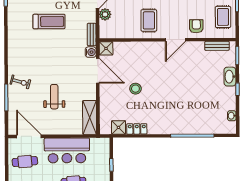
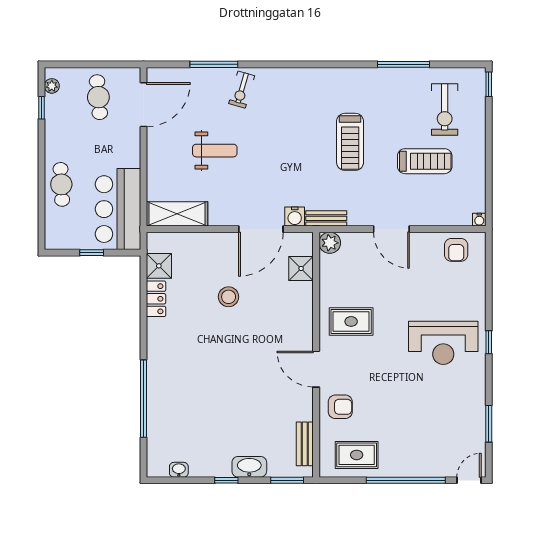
plant: (105, 14) -> (330, 243), moved
shower: (106, 48) -> (301, 268), moved
bar counter: (67, 150) -> (118, 209), moved

